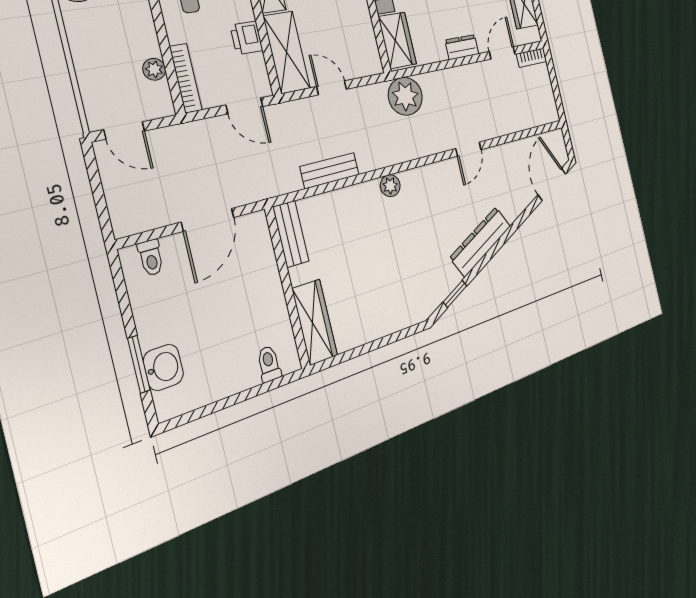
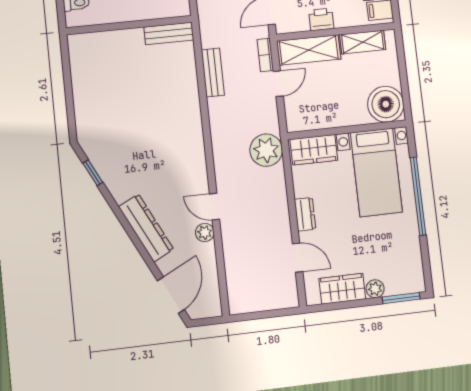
bookcase: (532, 58) -> (265, 55), moved
door: (552, 184) -> (171, 295), hinge flipped
plant: (390, 186) -> (205, 233), moved
dresser: (481, 242) -> (146, 228), moved
wardrobe: (315, 322) -> (98, 43), removed

